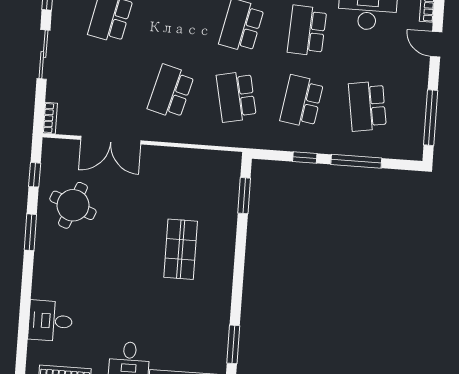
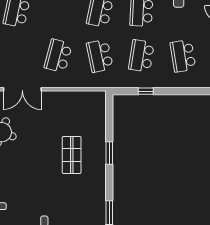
window: (356, 161) -> (179, 91), removed
window: (244, 196) -> (109, 153), moved

